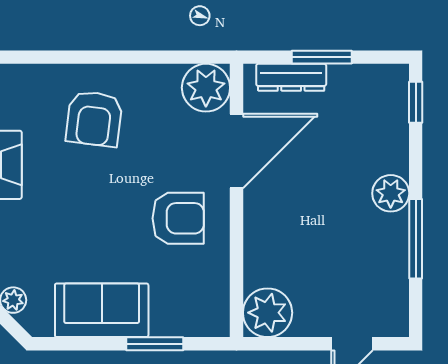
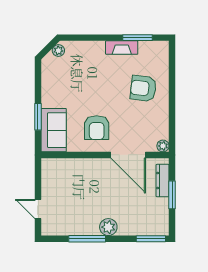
plant: (206, 88) -> (163, 146), width x0.53, depth x0.53
window: (416, 102) -> (151, 239), width x1.50
sofa: (102, 310) -> (54, 130), moved
plant: (268, 313) -> (52, 169), removed

